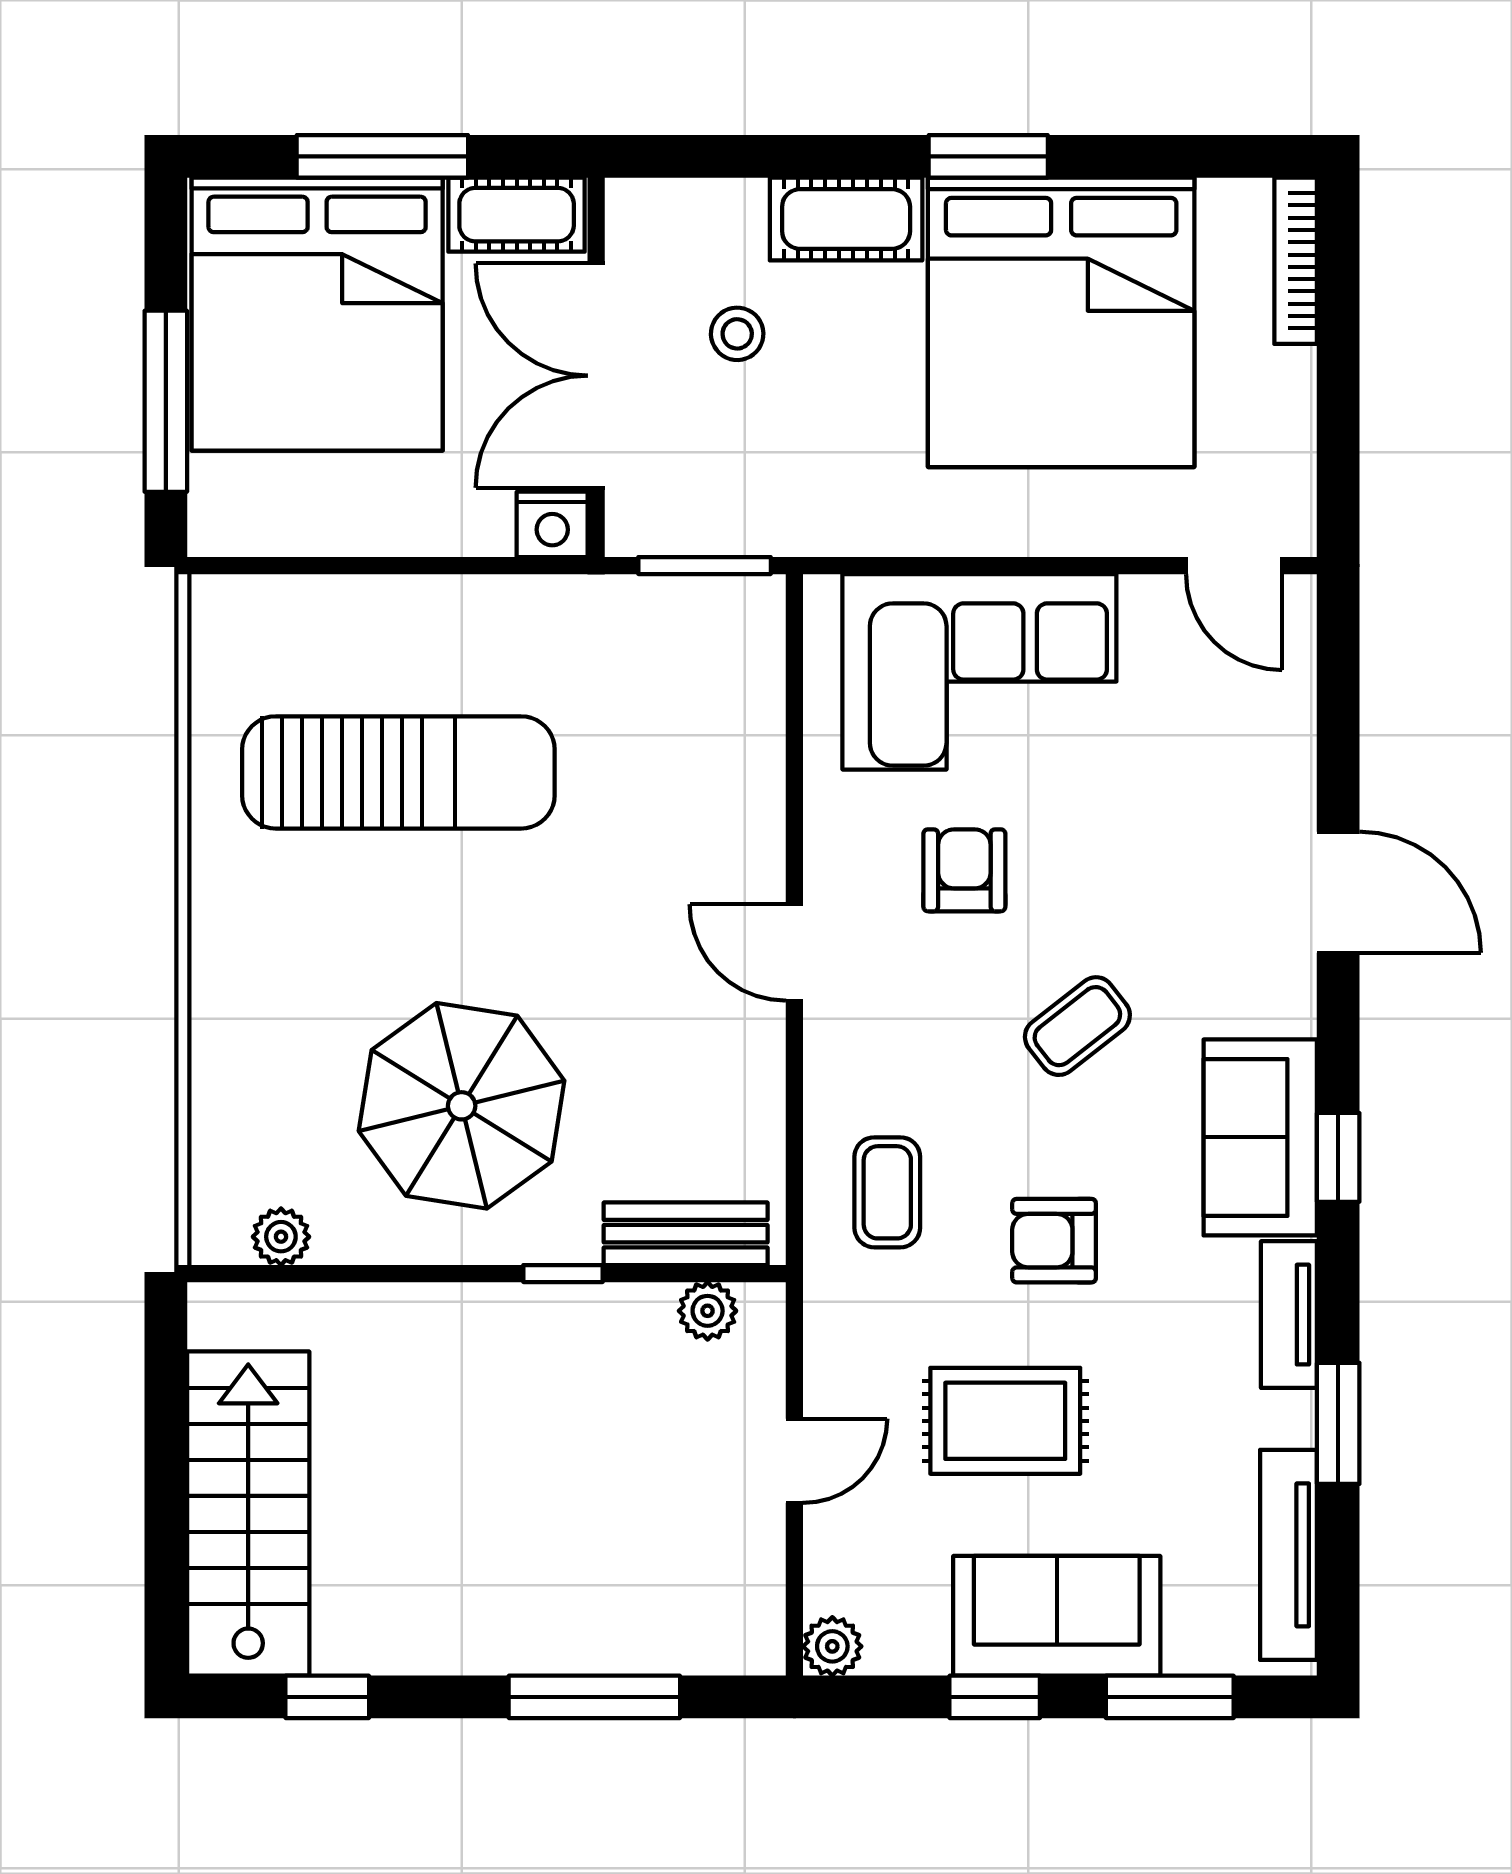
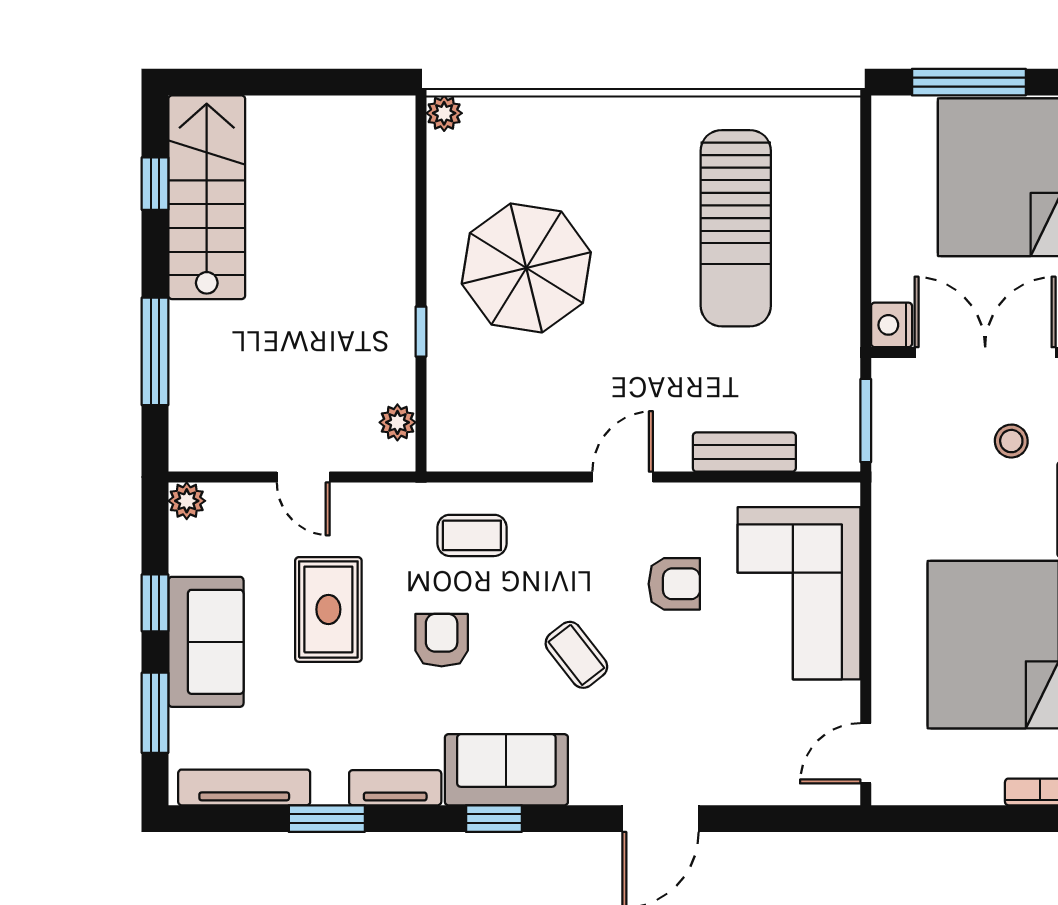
bench: (686, 1234) -> (744, 452), moved, turned 90
plant: (281, 1237) -> (444, 113), moved
stairs: (248, 1514) -> (207, 197), moved, turned -90

